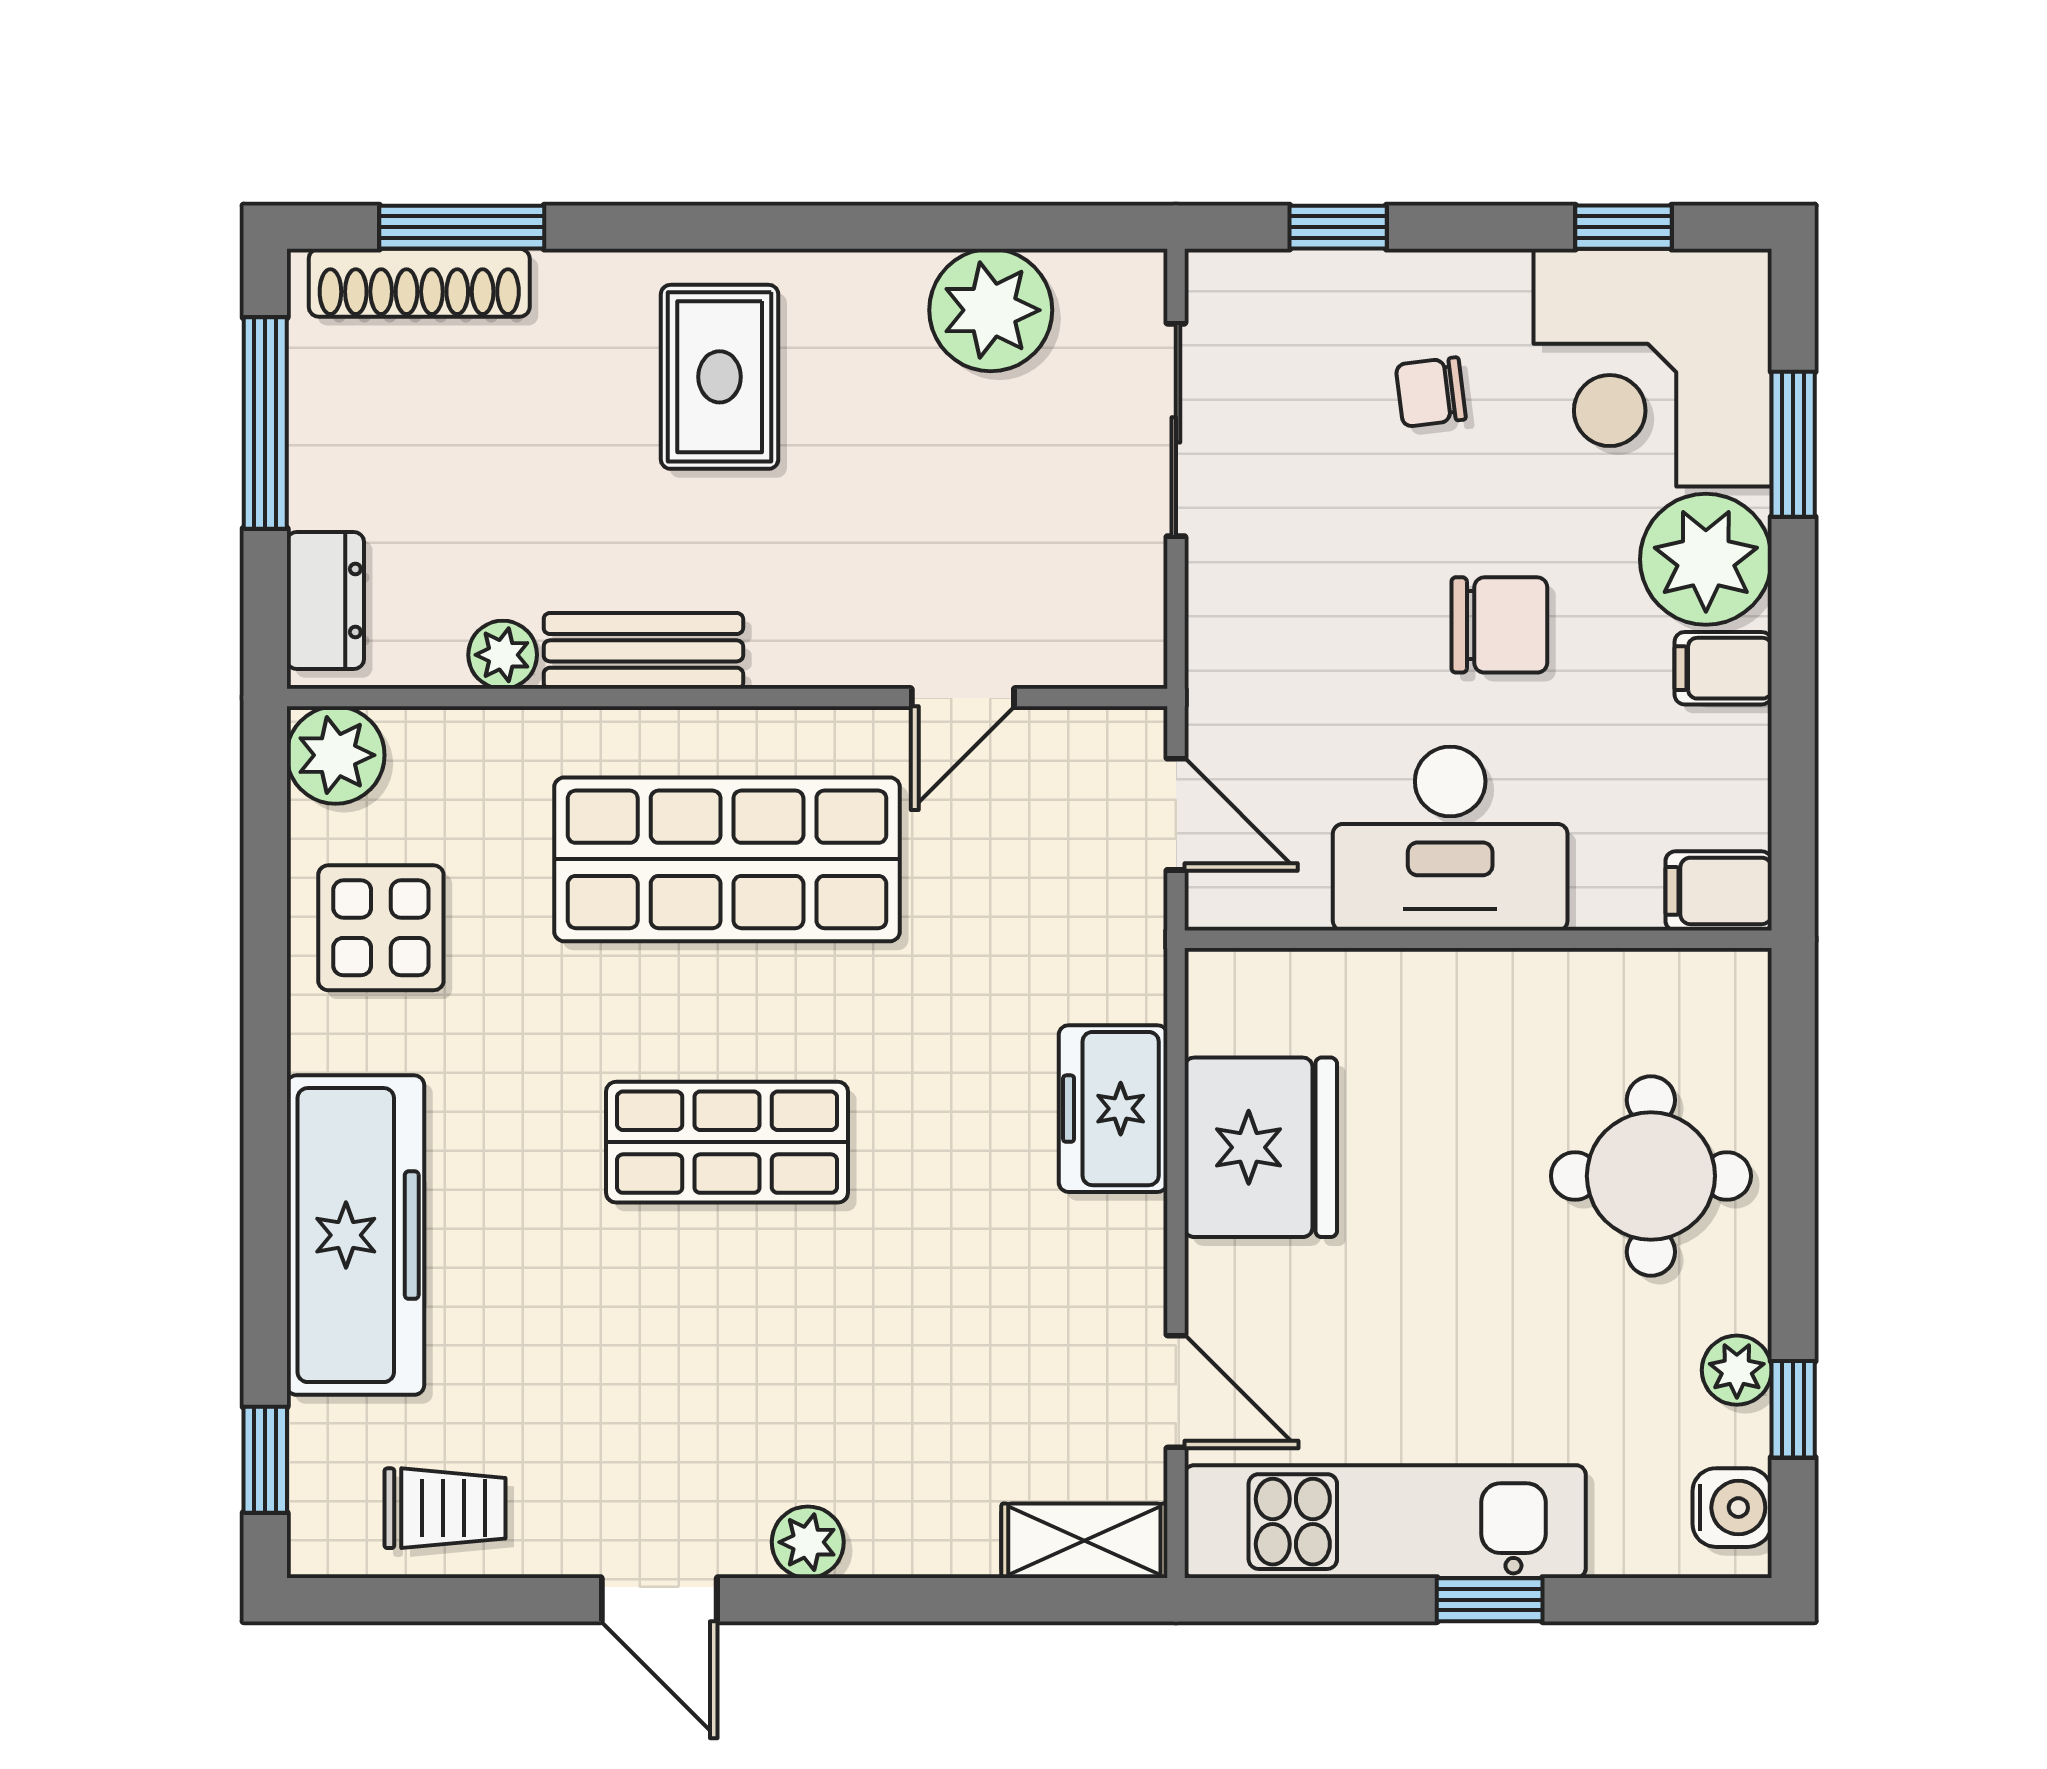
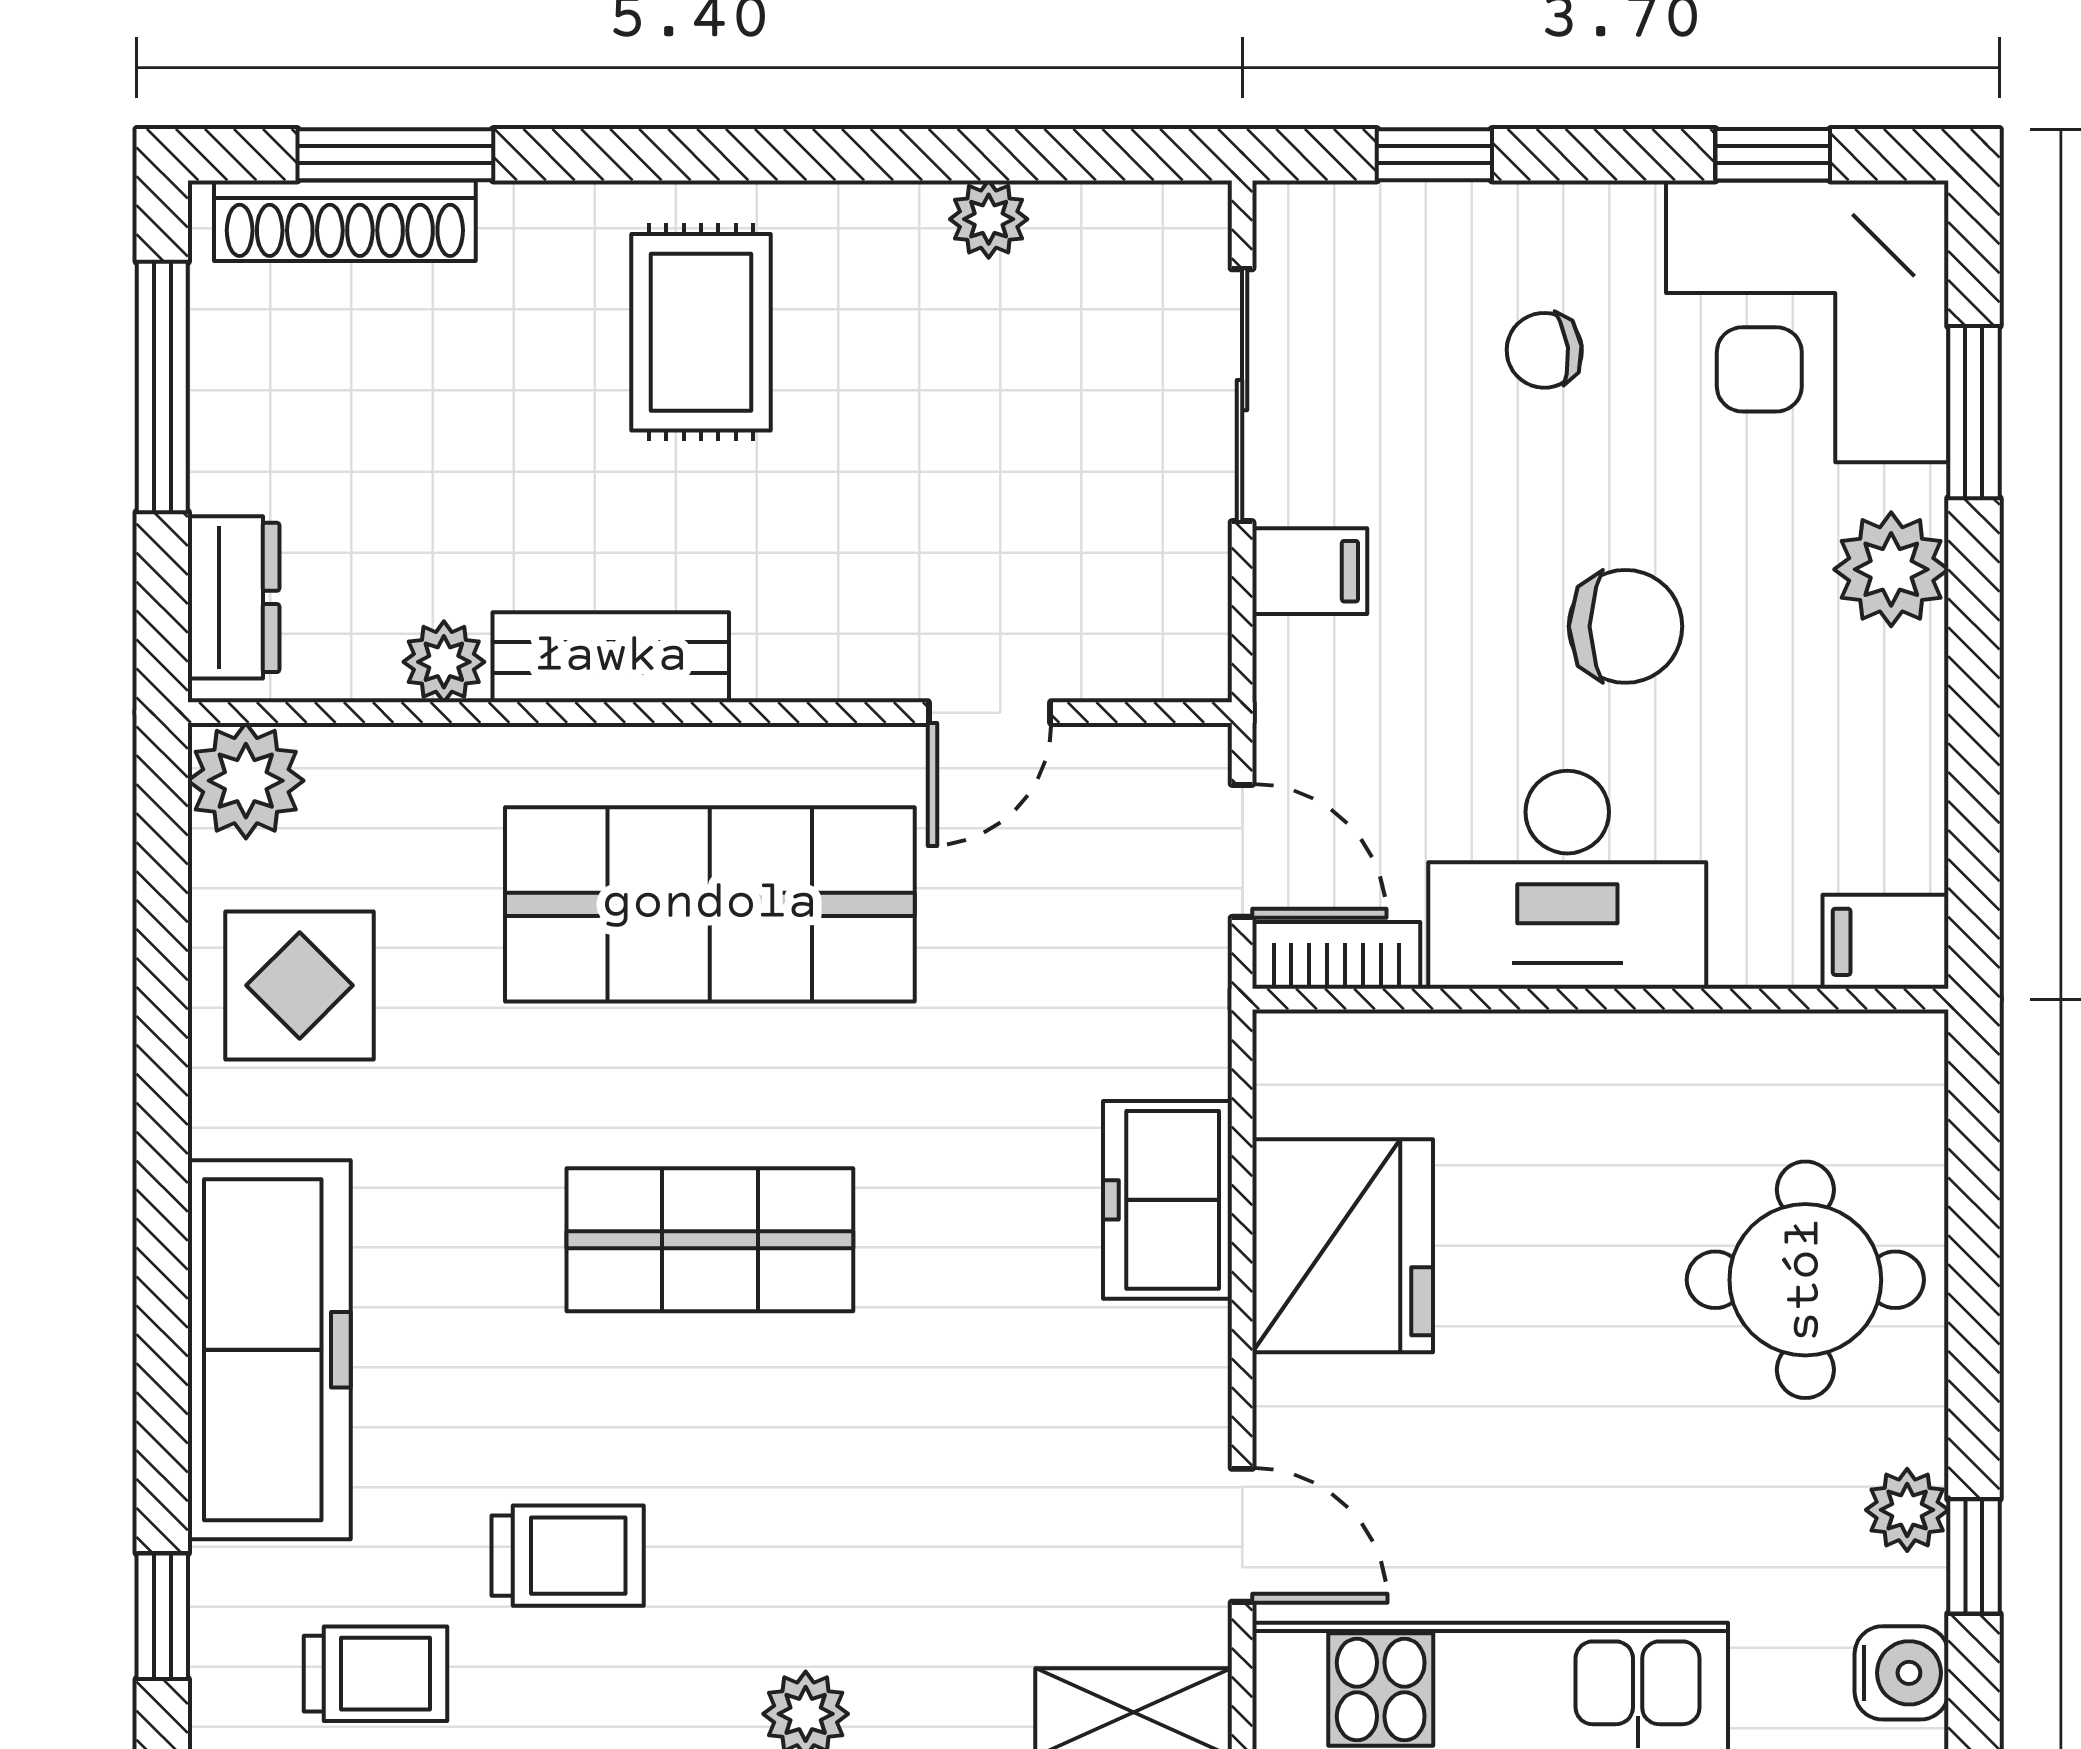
plant: (991, 310) -> (989, 219), width x0.53, depth x0.53
plant: (1706, 559) -> (1891, 569), width x0.73, depth x0.73
filing cabinet: (1723, 668) -> (1310, 571), moved, turned 180
bookcase: (1255, 902) -> (1336, 955), added
trolley: (607, 1409) -> (568, 1556), added

